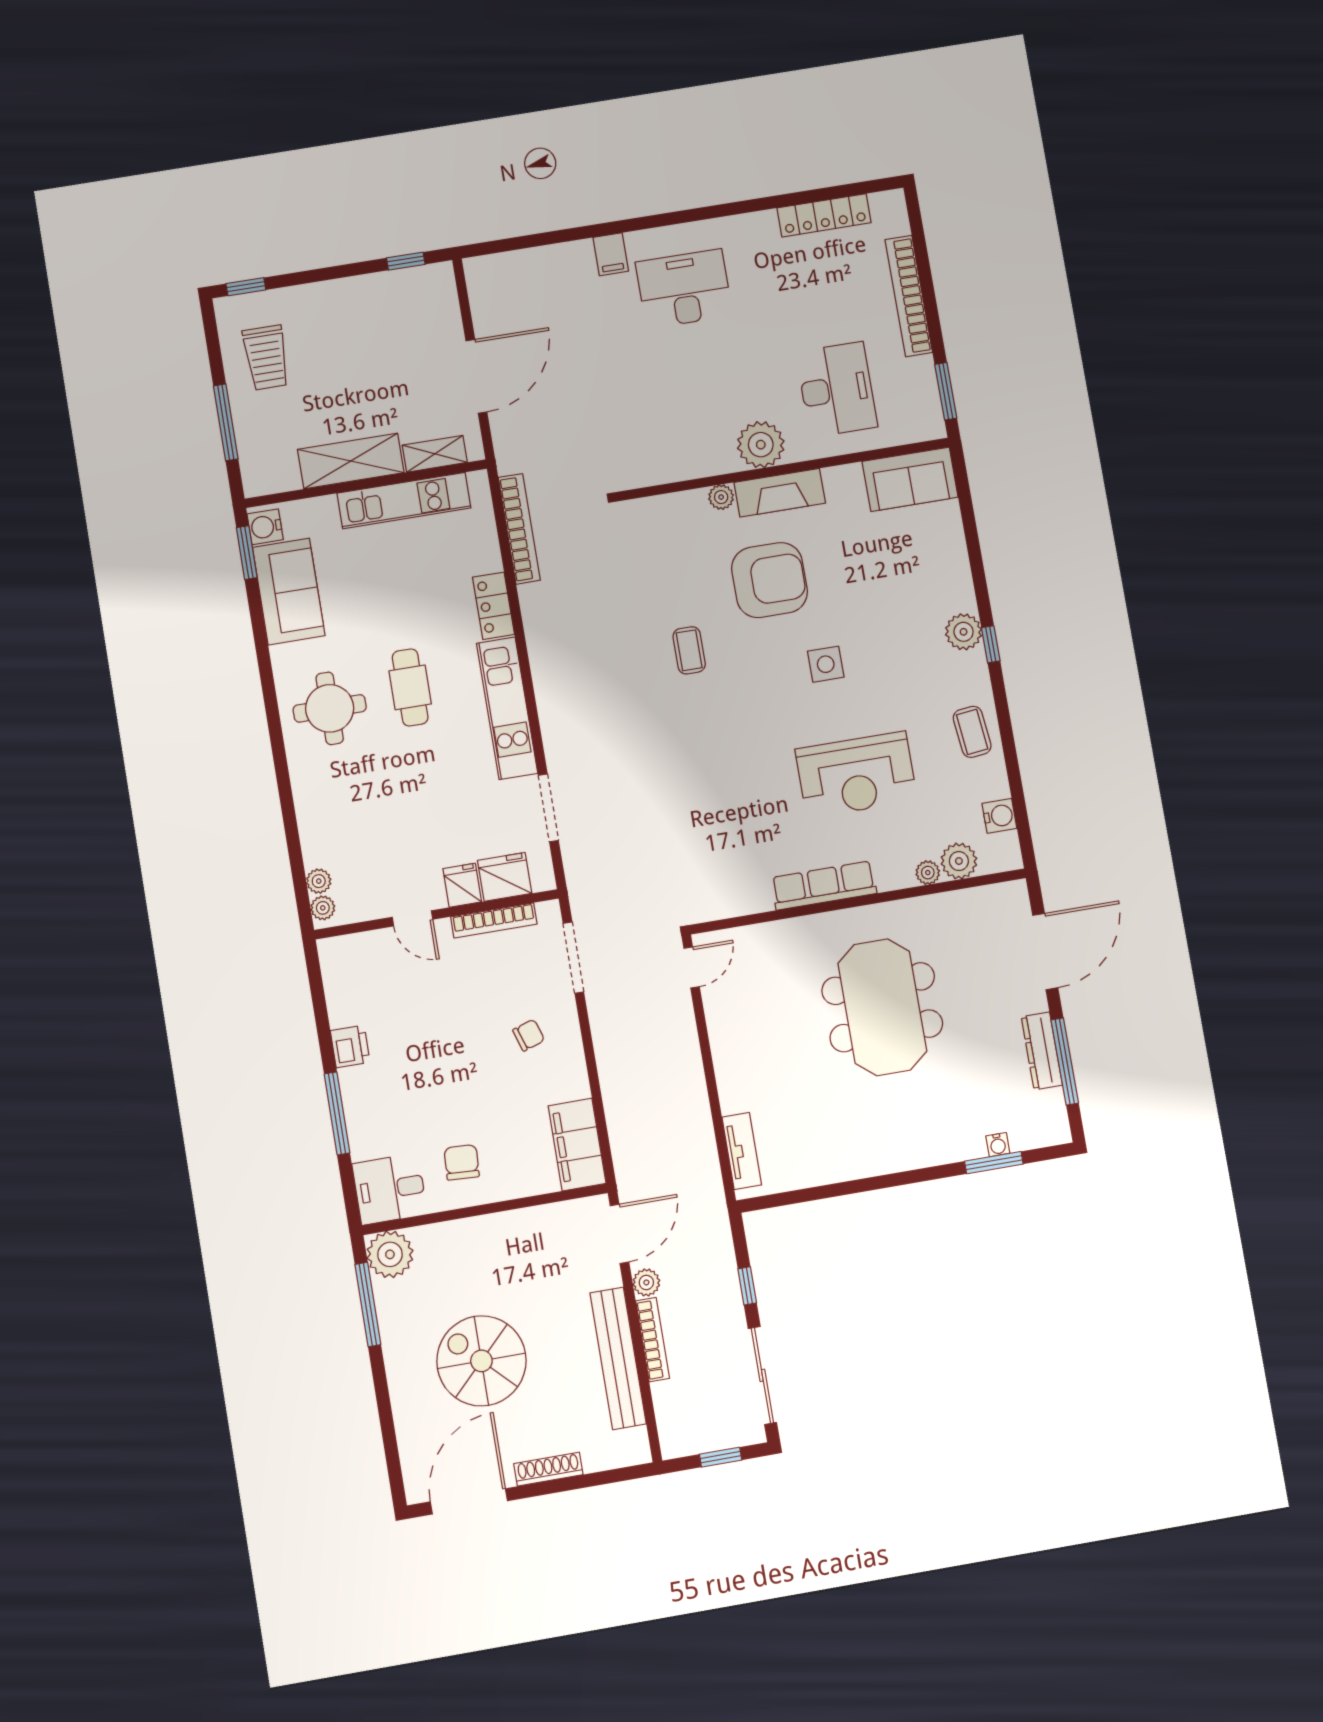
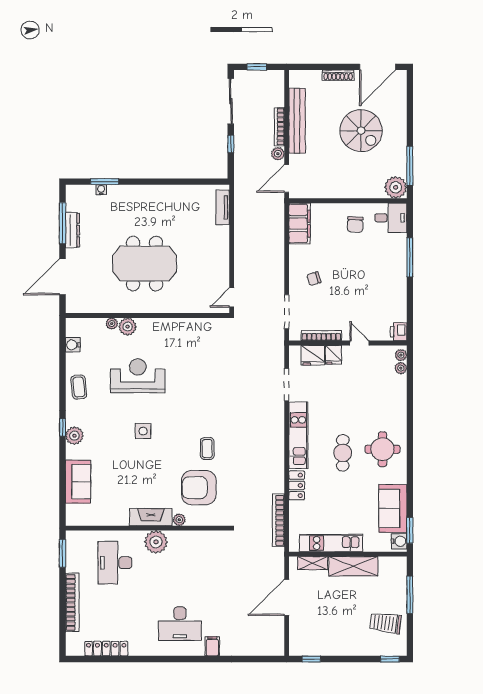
trolley: (266, 358) -> (386, 623), turned -83
sofa: (910, 479) -> (78, 482), moved, turned 90
armchair: (769, 580) -> (199, 488), moved
plant: (959, 861) -> (128, 327), moved
row of seats: (824, 885) -> (162, 326), removed
meeting table: (882, 1007) -> (145, 264), turned 90
printer: (350, 1046) -> (399, 332), moved

